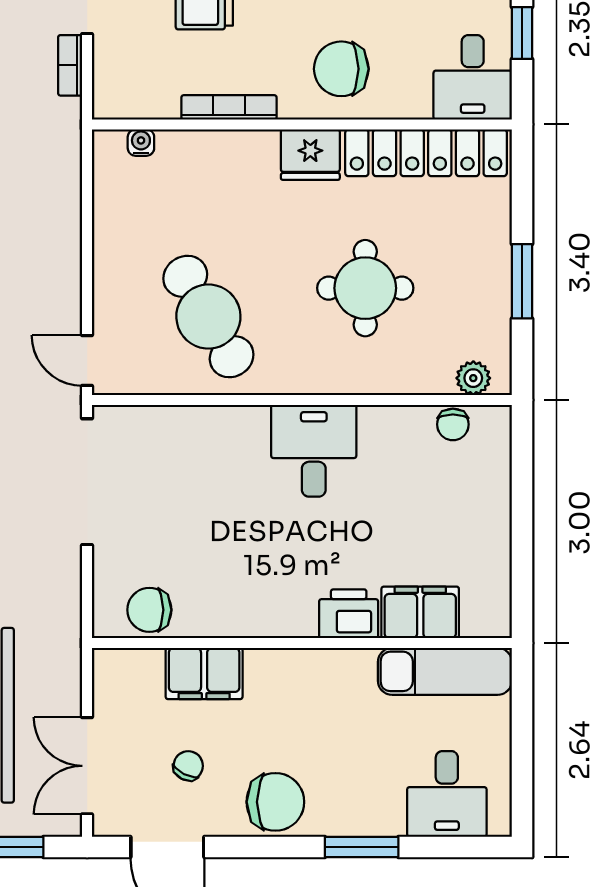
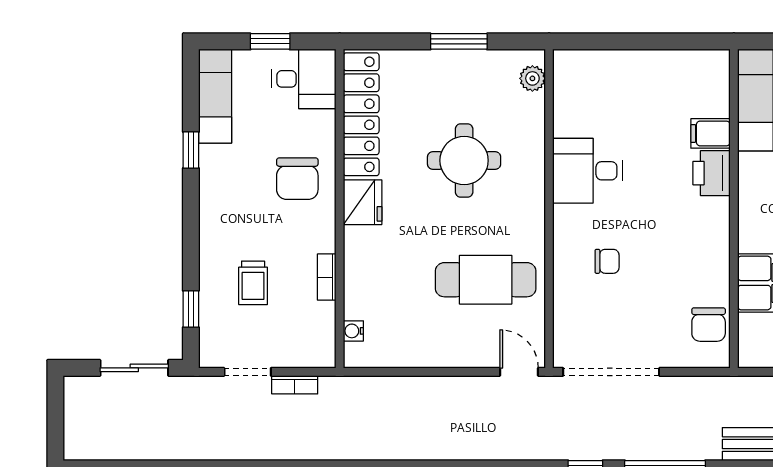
bookcase: (229, 107) -> (327, 277), width x0.64
cafe table: (208, 317) -> (486, 280), turned 30
door: (87, 361) -> (519, 372), swing flipped
chair: (453, 424) -> (607, 261), moved
desk: (314, 451) -> (588, 171), moved
filing cabinet: (420, 612) -> (710, 133), width x0.50

